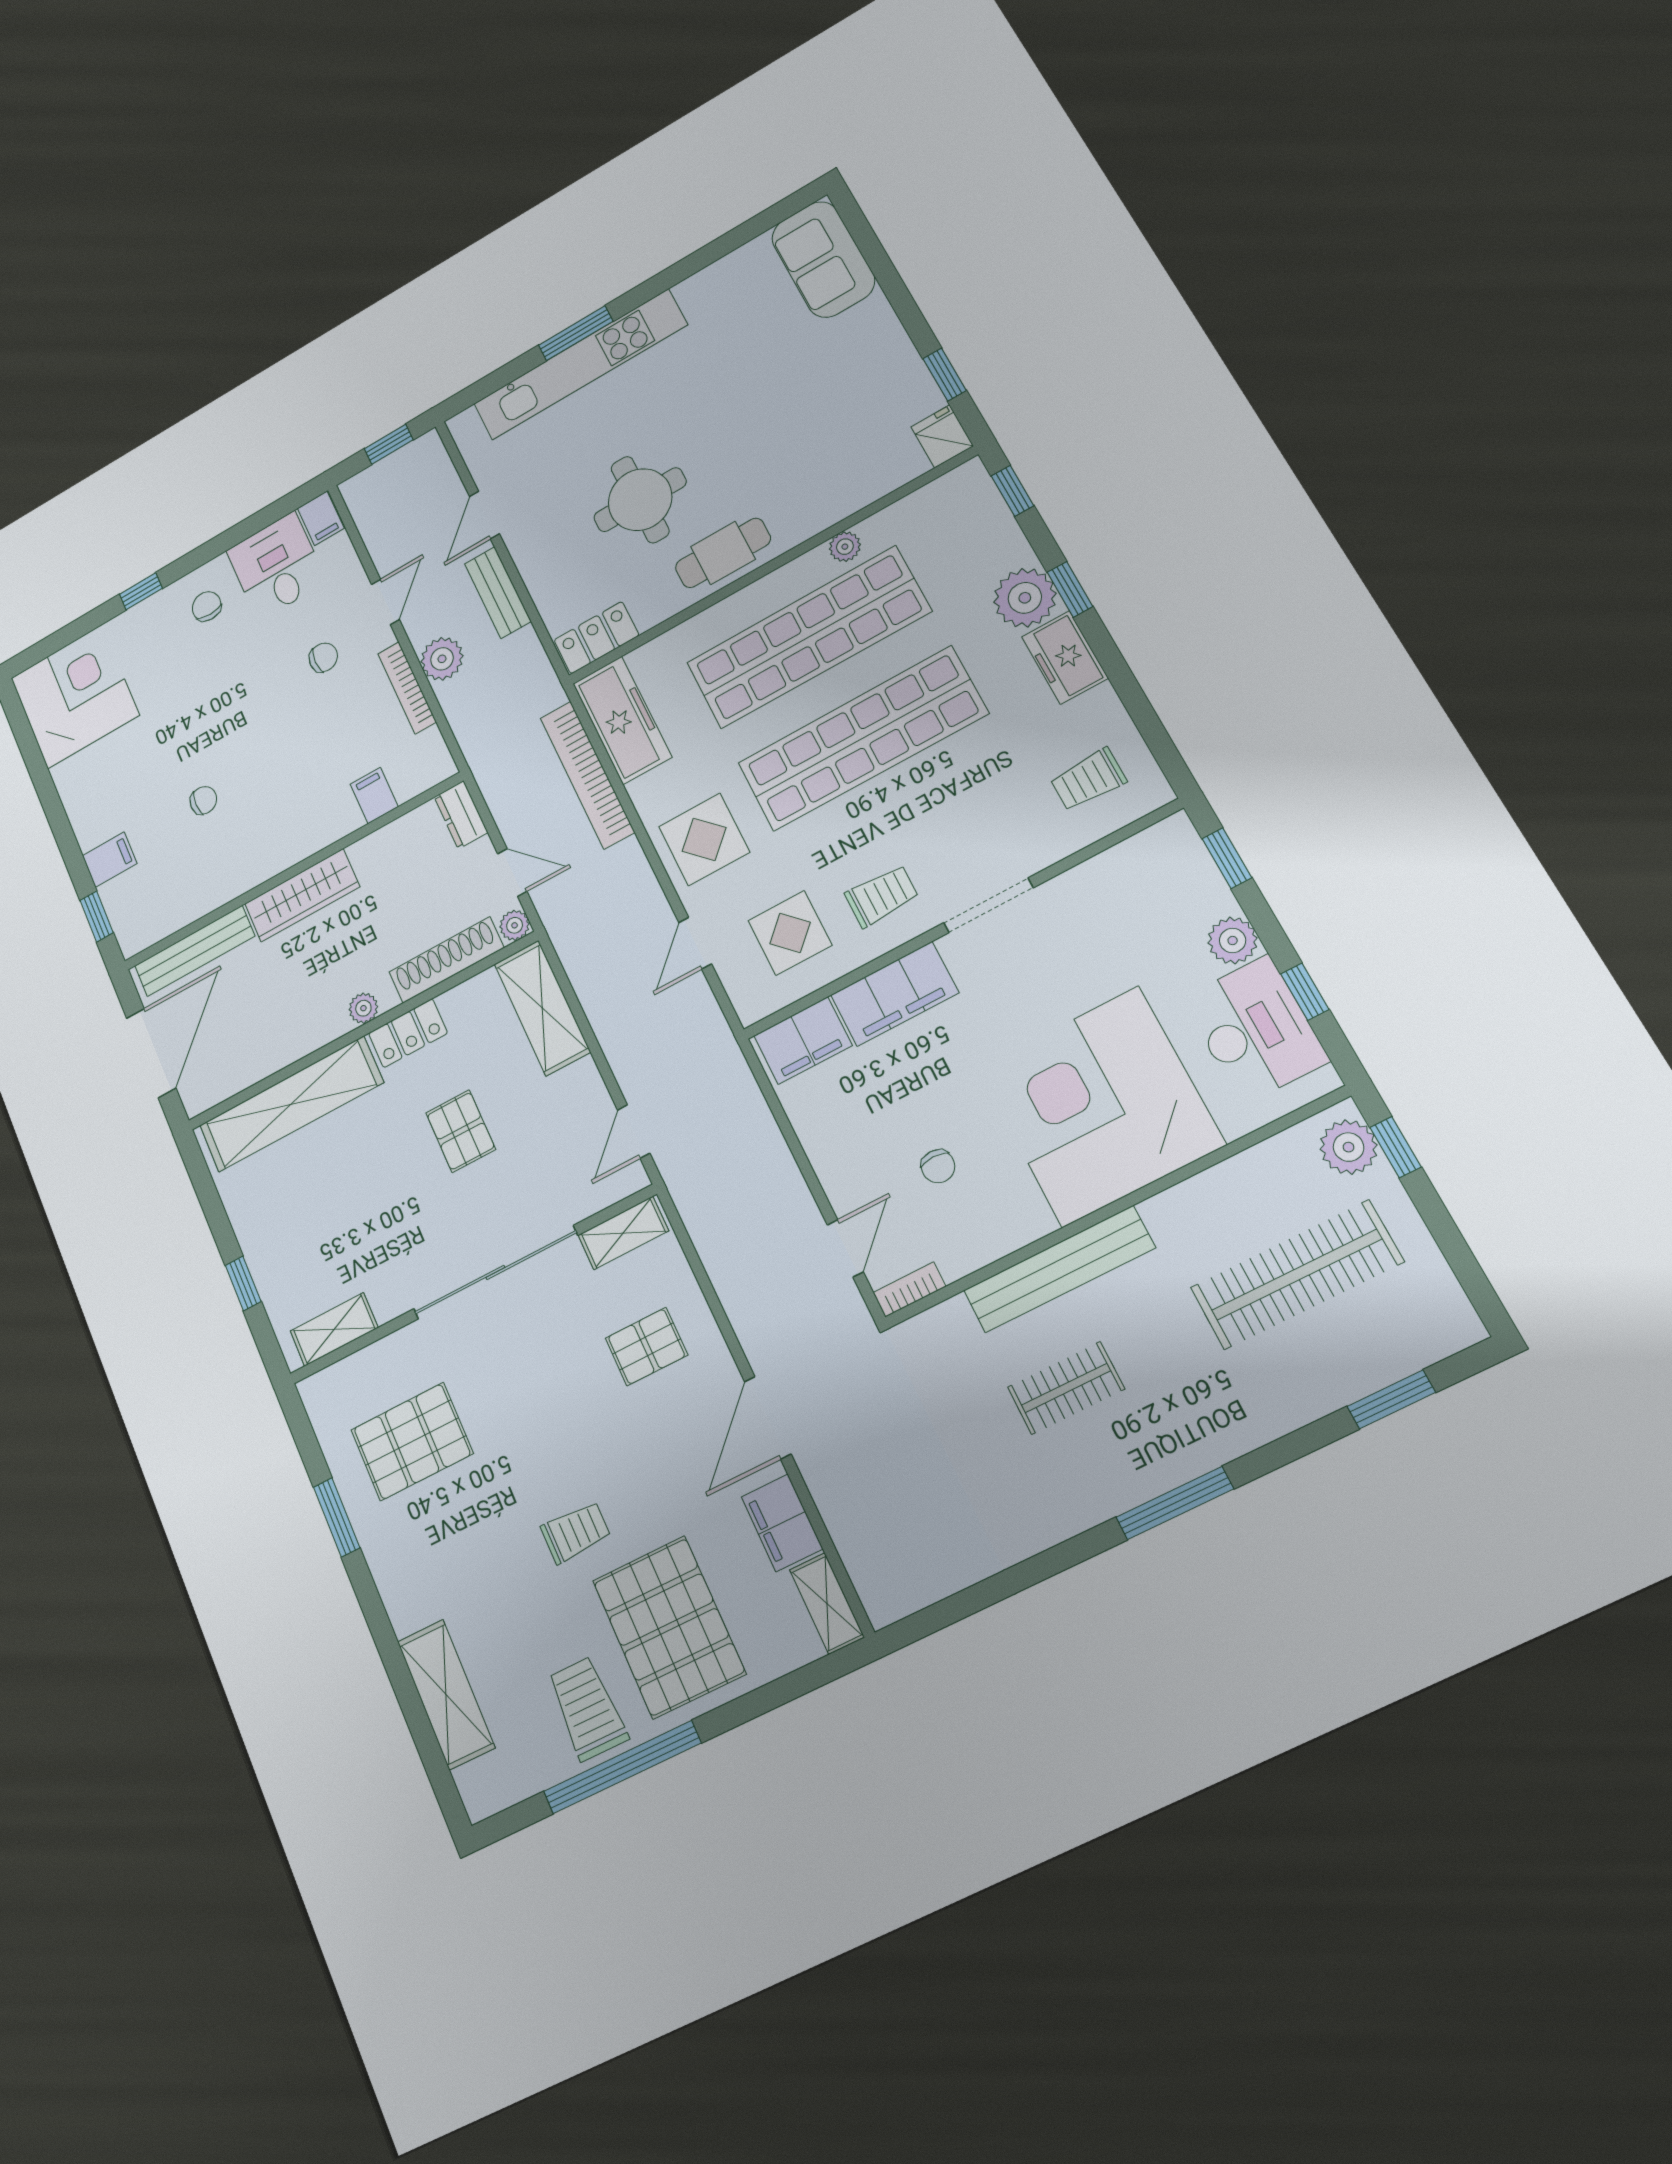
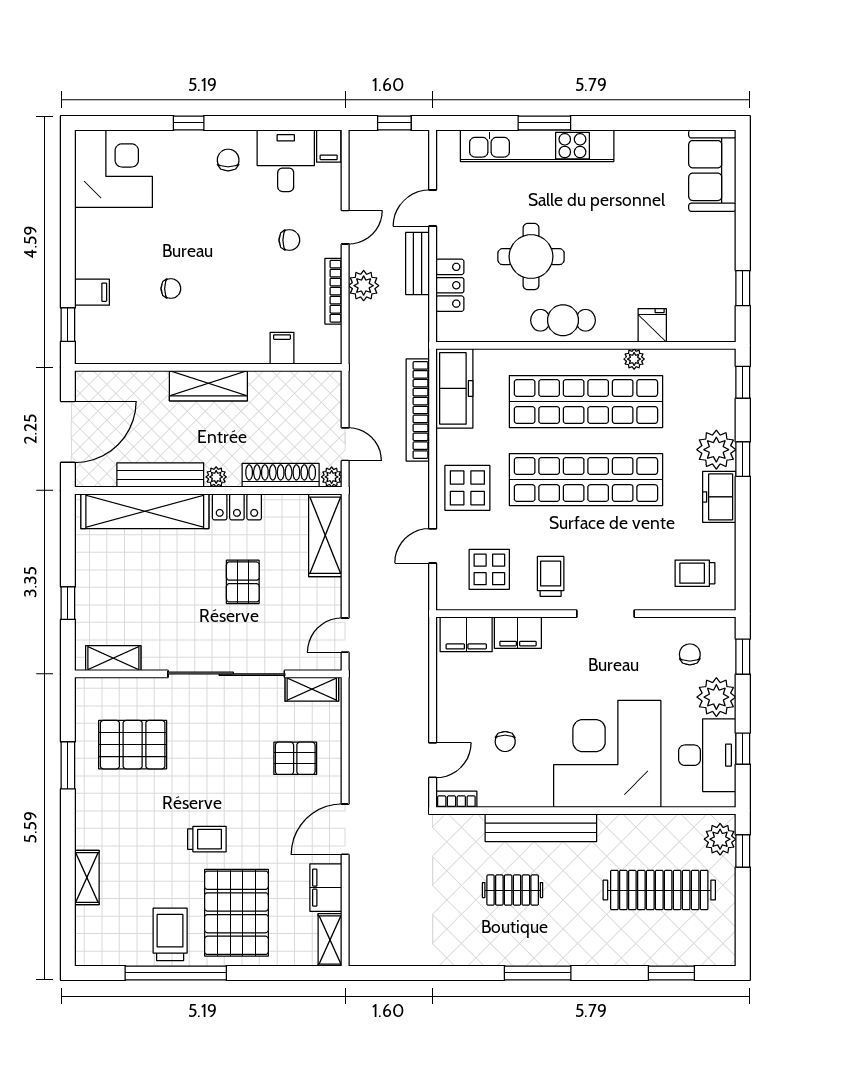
fridge: (942, 436) -> (652, 325), moved
locker: (596, 638) -> (450, 285), moved, turned 90
dresser: (461, 815) -> (330, 391), removed
trolley: (882, 896) -> (551, 576), turned -90
chair: (1145, 897) -> (690, 654), added
plant: (1233, 940) -> (716, 697), width x1.36, depth x1.36
bench: (195, 951) -> (160, 475), moved
filing cabinet: (895, 994) -> (518, 633), width x0.67, depth x0.86
shelving: (446, 1694) -> (87, 877), width x0.67, depth x0.75

